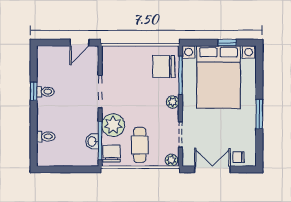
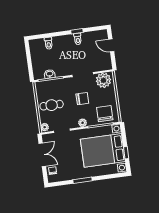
door: (80, 43) -> (111, 45), moved
plant: (113, 125) -> (103, 80), moved
chair: (112, 154) -> (82, 99), moved

